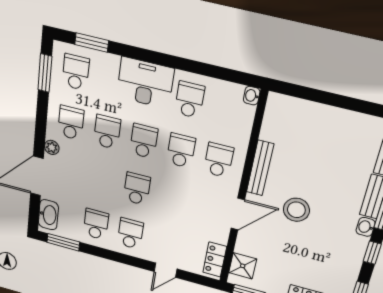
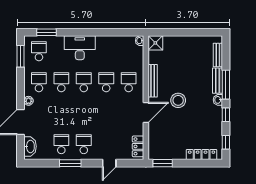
school desk: (190, 100) -> (106, 51), removed
school desk: (137, 189) -> (84, 113), removed
window: (63, 242) -> (70, 163), moved
shower: (243, 266) -> (155, 43), moved

